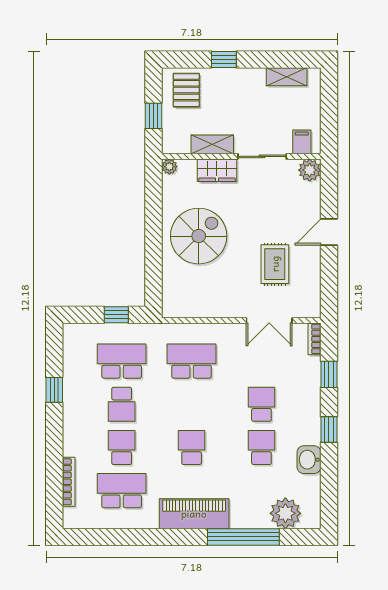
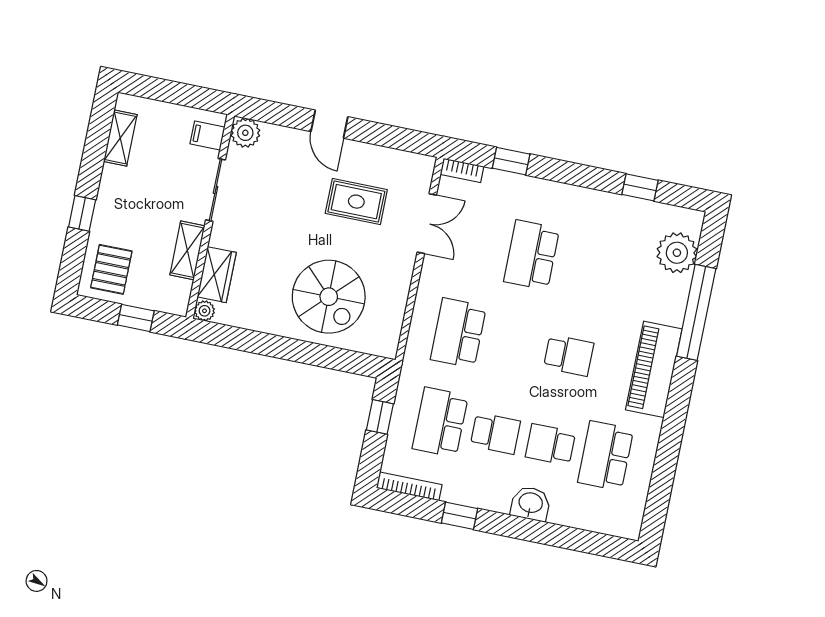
pallet: (186, 90) -> (111, 269), turned 90
wardrobe: (217, 170) -> (217, 275), moved
spiral stairs: (199, 236) -> (329, 297), moved, turned 180
school desk: (261, 404) -> (532, 255), width x1.85
window: (329, 429) -> (640, 187), moved
school desk: (192, 447) -> (569, 355), turned 180
school desk: (261, 447) -> (587, 266), removed
washbasin: (309, 460) -> (531, 504), moved, turned 180
bookcase: (69, 482) -> (409, 486), moved

